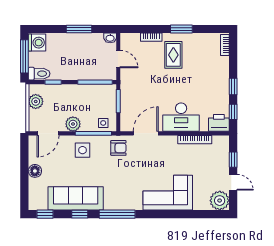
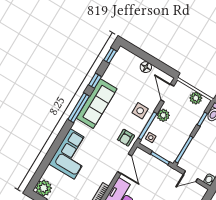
sofa: (76, 198) -> (97, 104), moved

